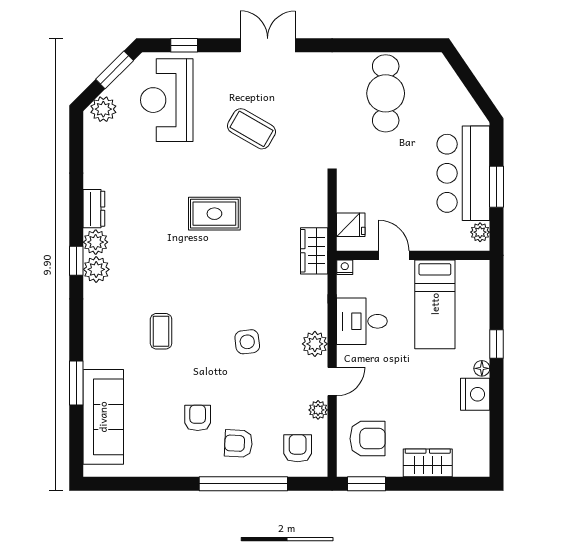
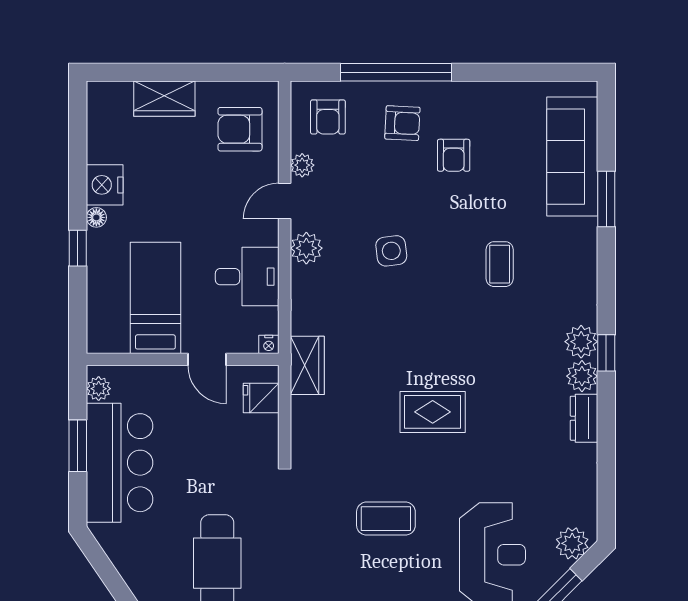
coffee table: (251, 129) -> (386, 519), turned -30
window: (367, 484) -> (241, 72), removed

